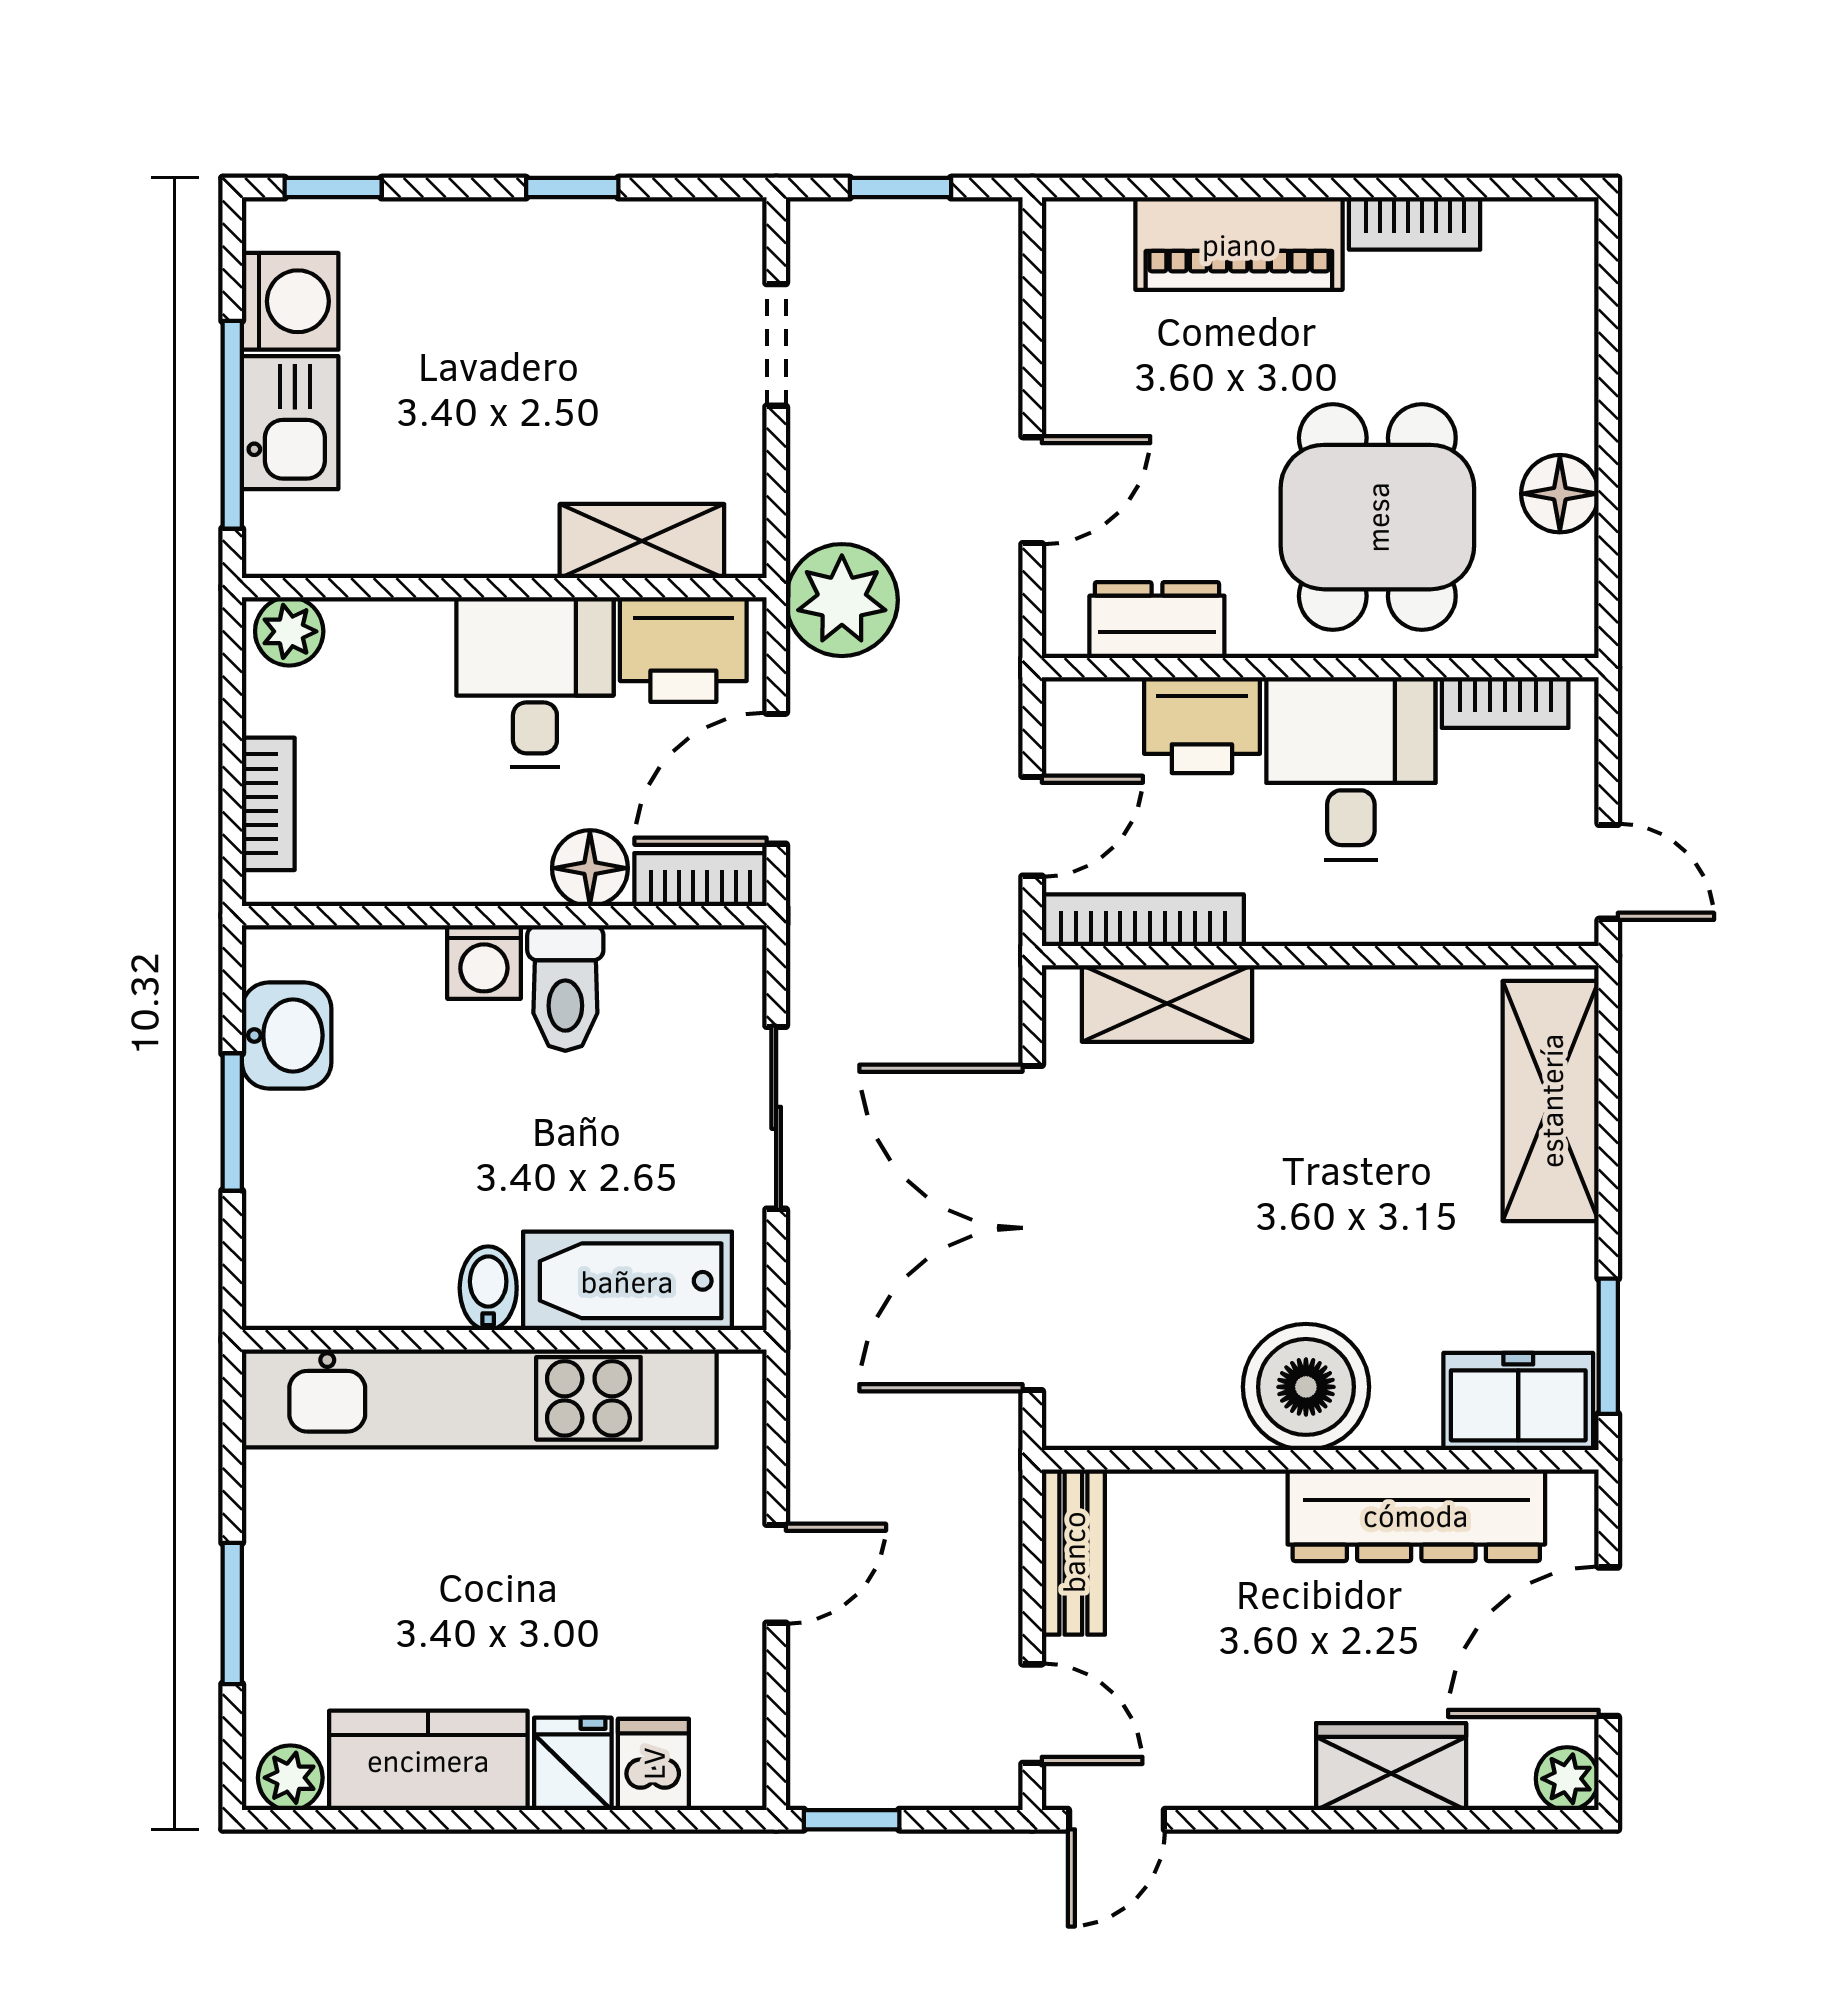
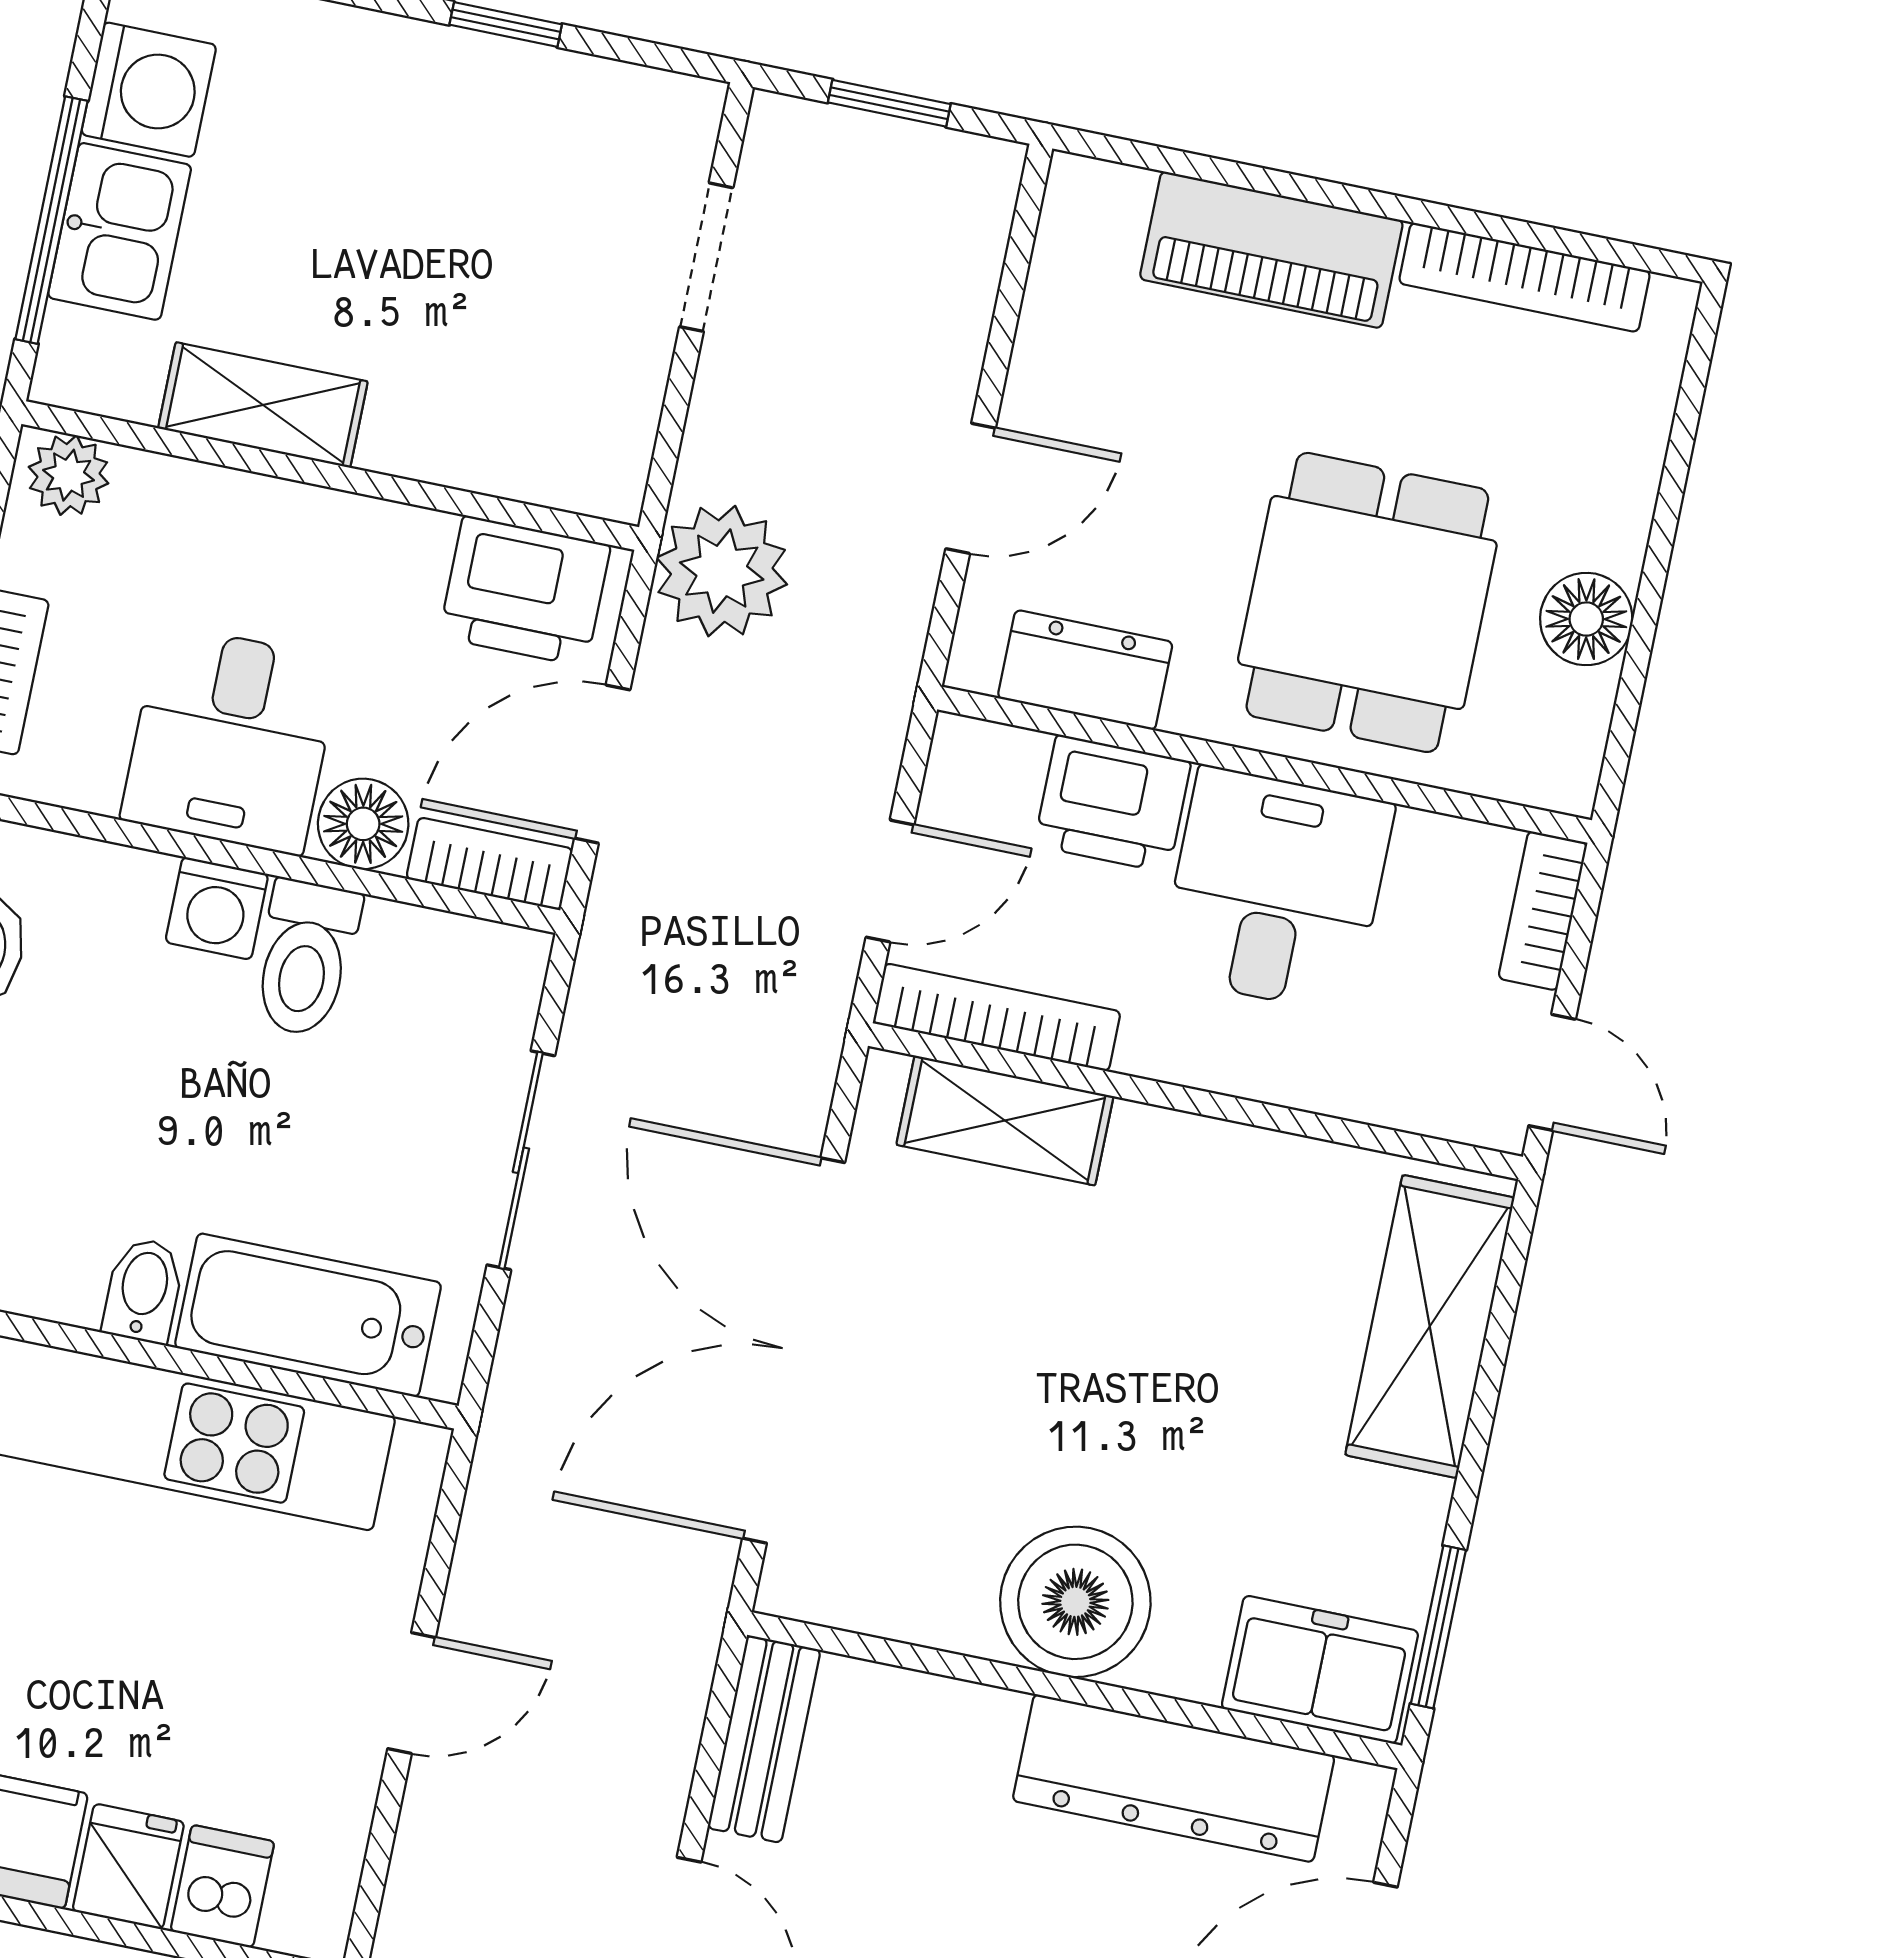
bookcase: (1415, 223) -> (1525, 277), width x1.56
shelving: (642, 541) -> (263, 405), moved
desk: (535, 682) -> (231, 740), moved, turned 180
bookcase: (1505, 703) -> (1543, 911), moved, turned 90

